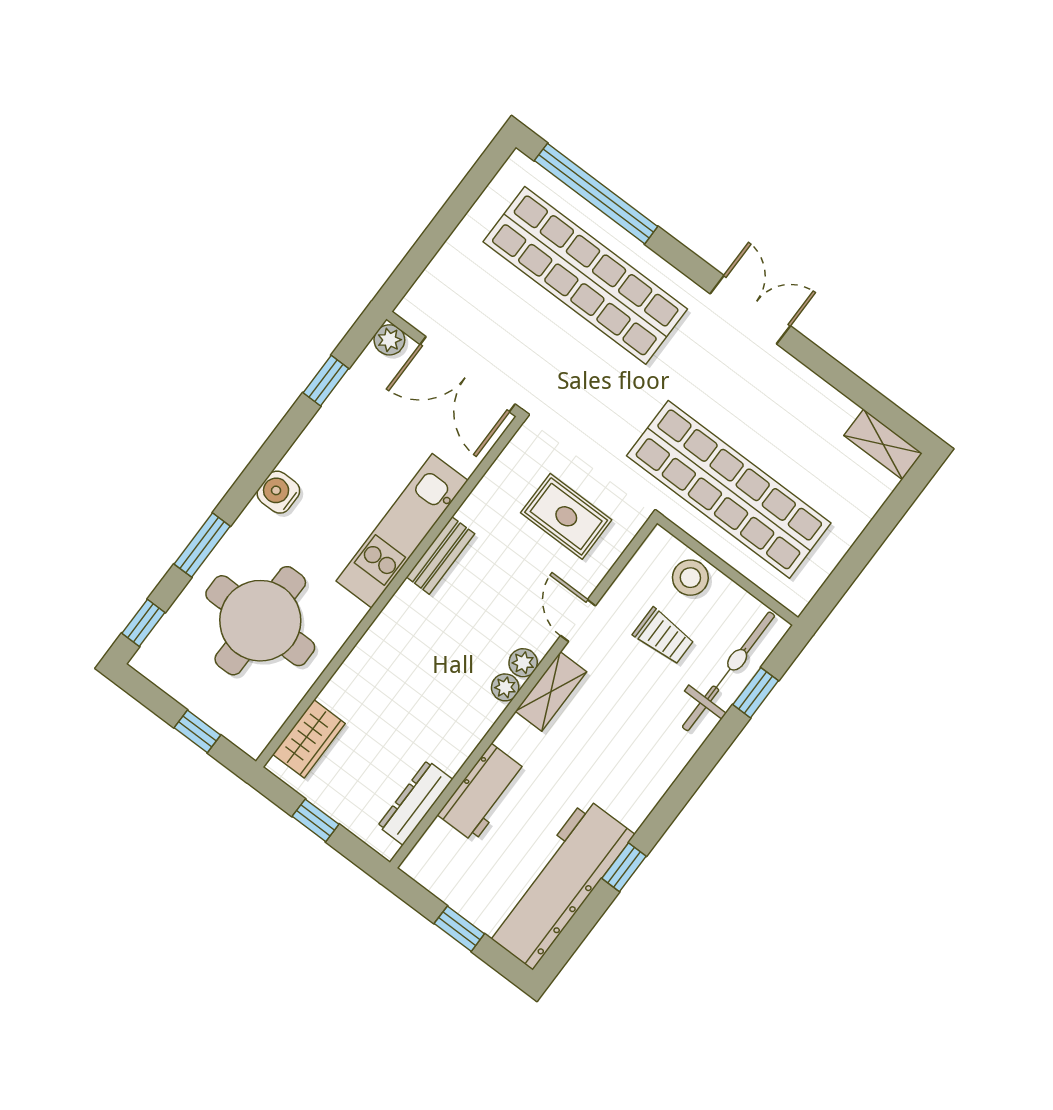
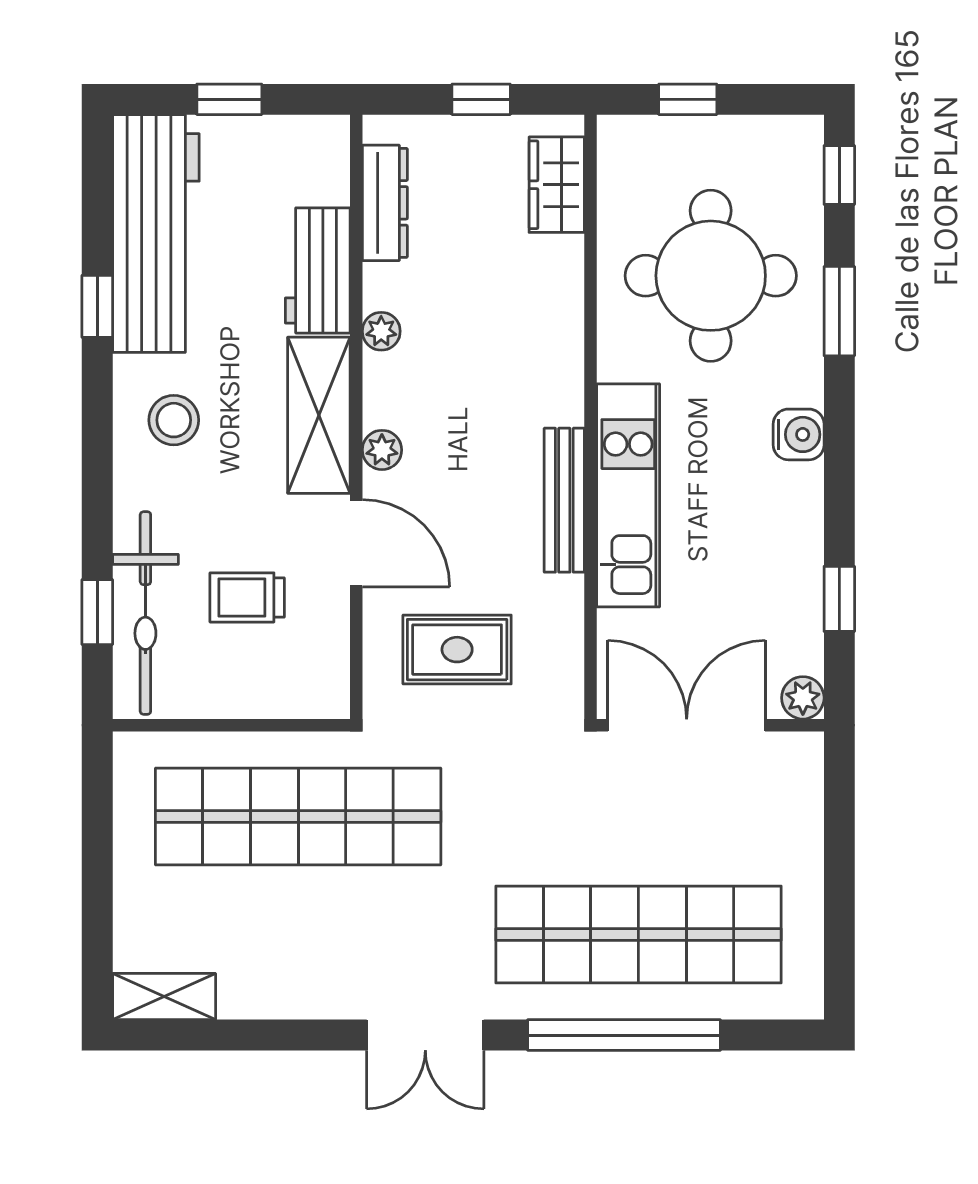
window: (596, 194) -> (624, 1035), moved
bench: (441, 555) -> (564, 500), width x1.36
stool: (690, 578) -> (174, 420), moved
door: (578, 621) -> (356, 543), width x1.38
plant: (505, 687) -> (381, 331), moved
shelving: (551, 691) -> (319, 415), width x1.50, depth x1.33

